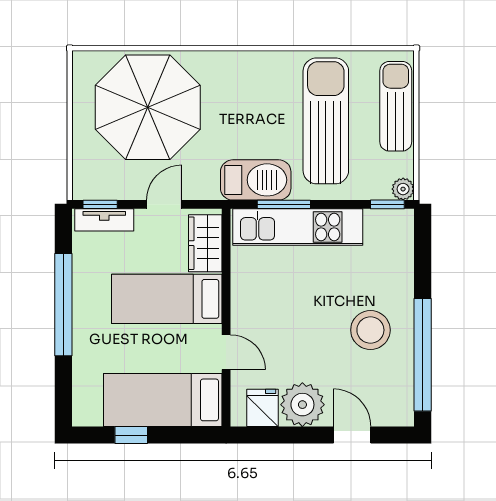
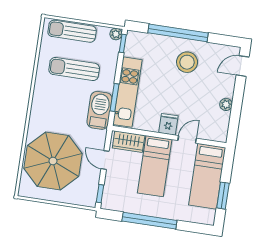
sun lounger: (326, 121) -> (74, 69), width x0.73, depth x0.75
tv unit: (104, 220) -> (108, 193), removed
window: (423, 355) -> (178, 33), moved
plant: (302, 405) -> (226, 104), width x0.53, depth x0.53
fridge: (263, 408) -> (168, 124), moved, turned 90
window: (131, 435) -> (223, 196), width x1.50
door: (352, 435) -> (243, 66), moved

